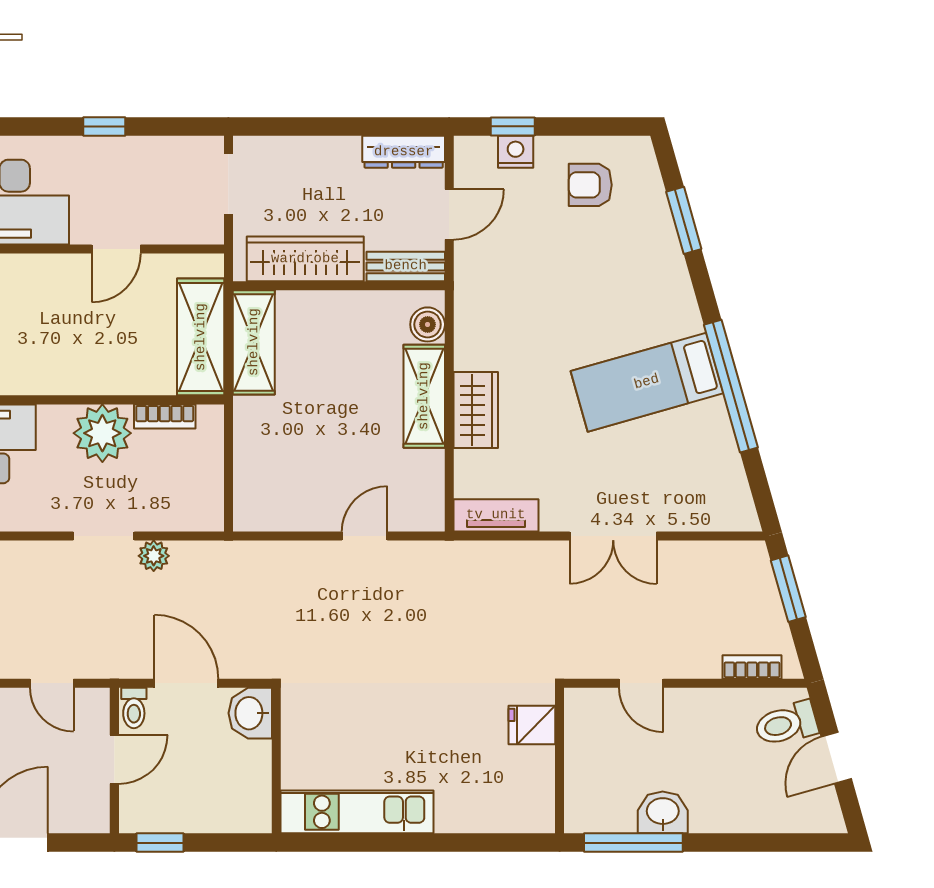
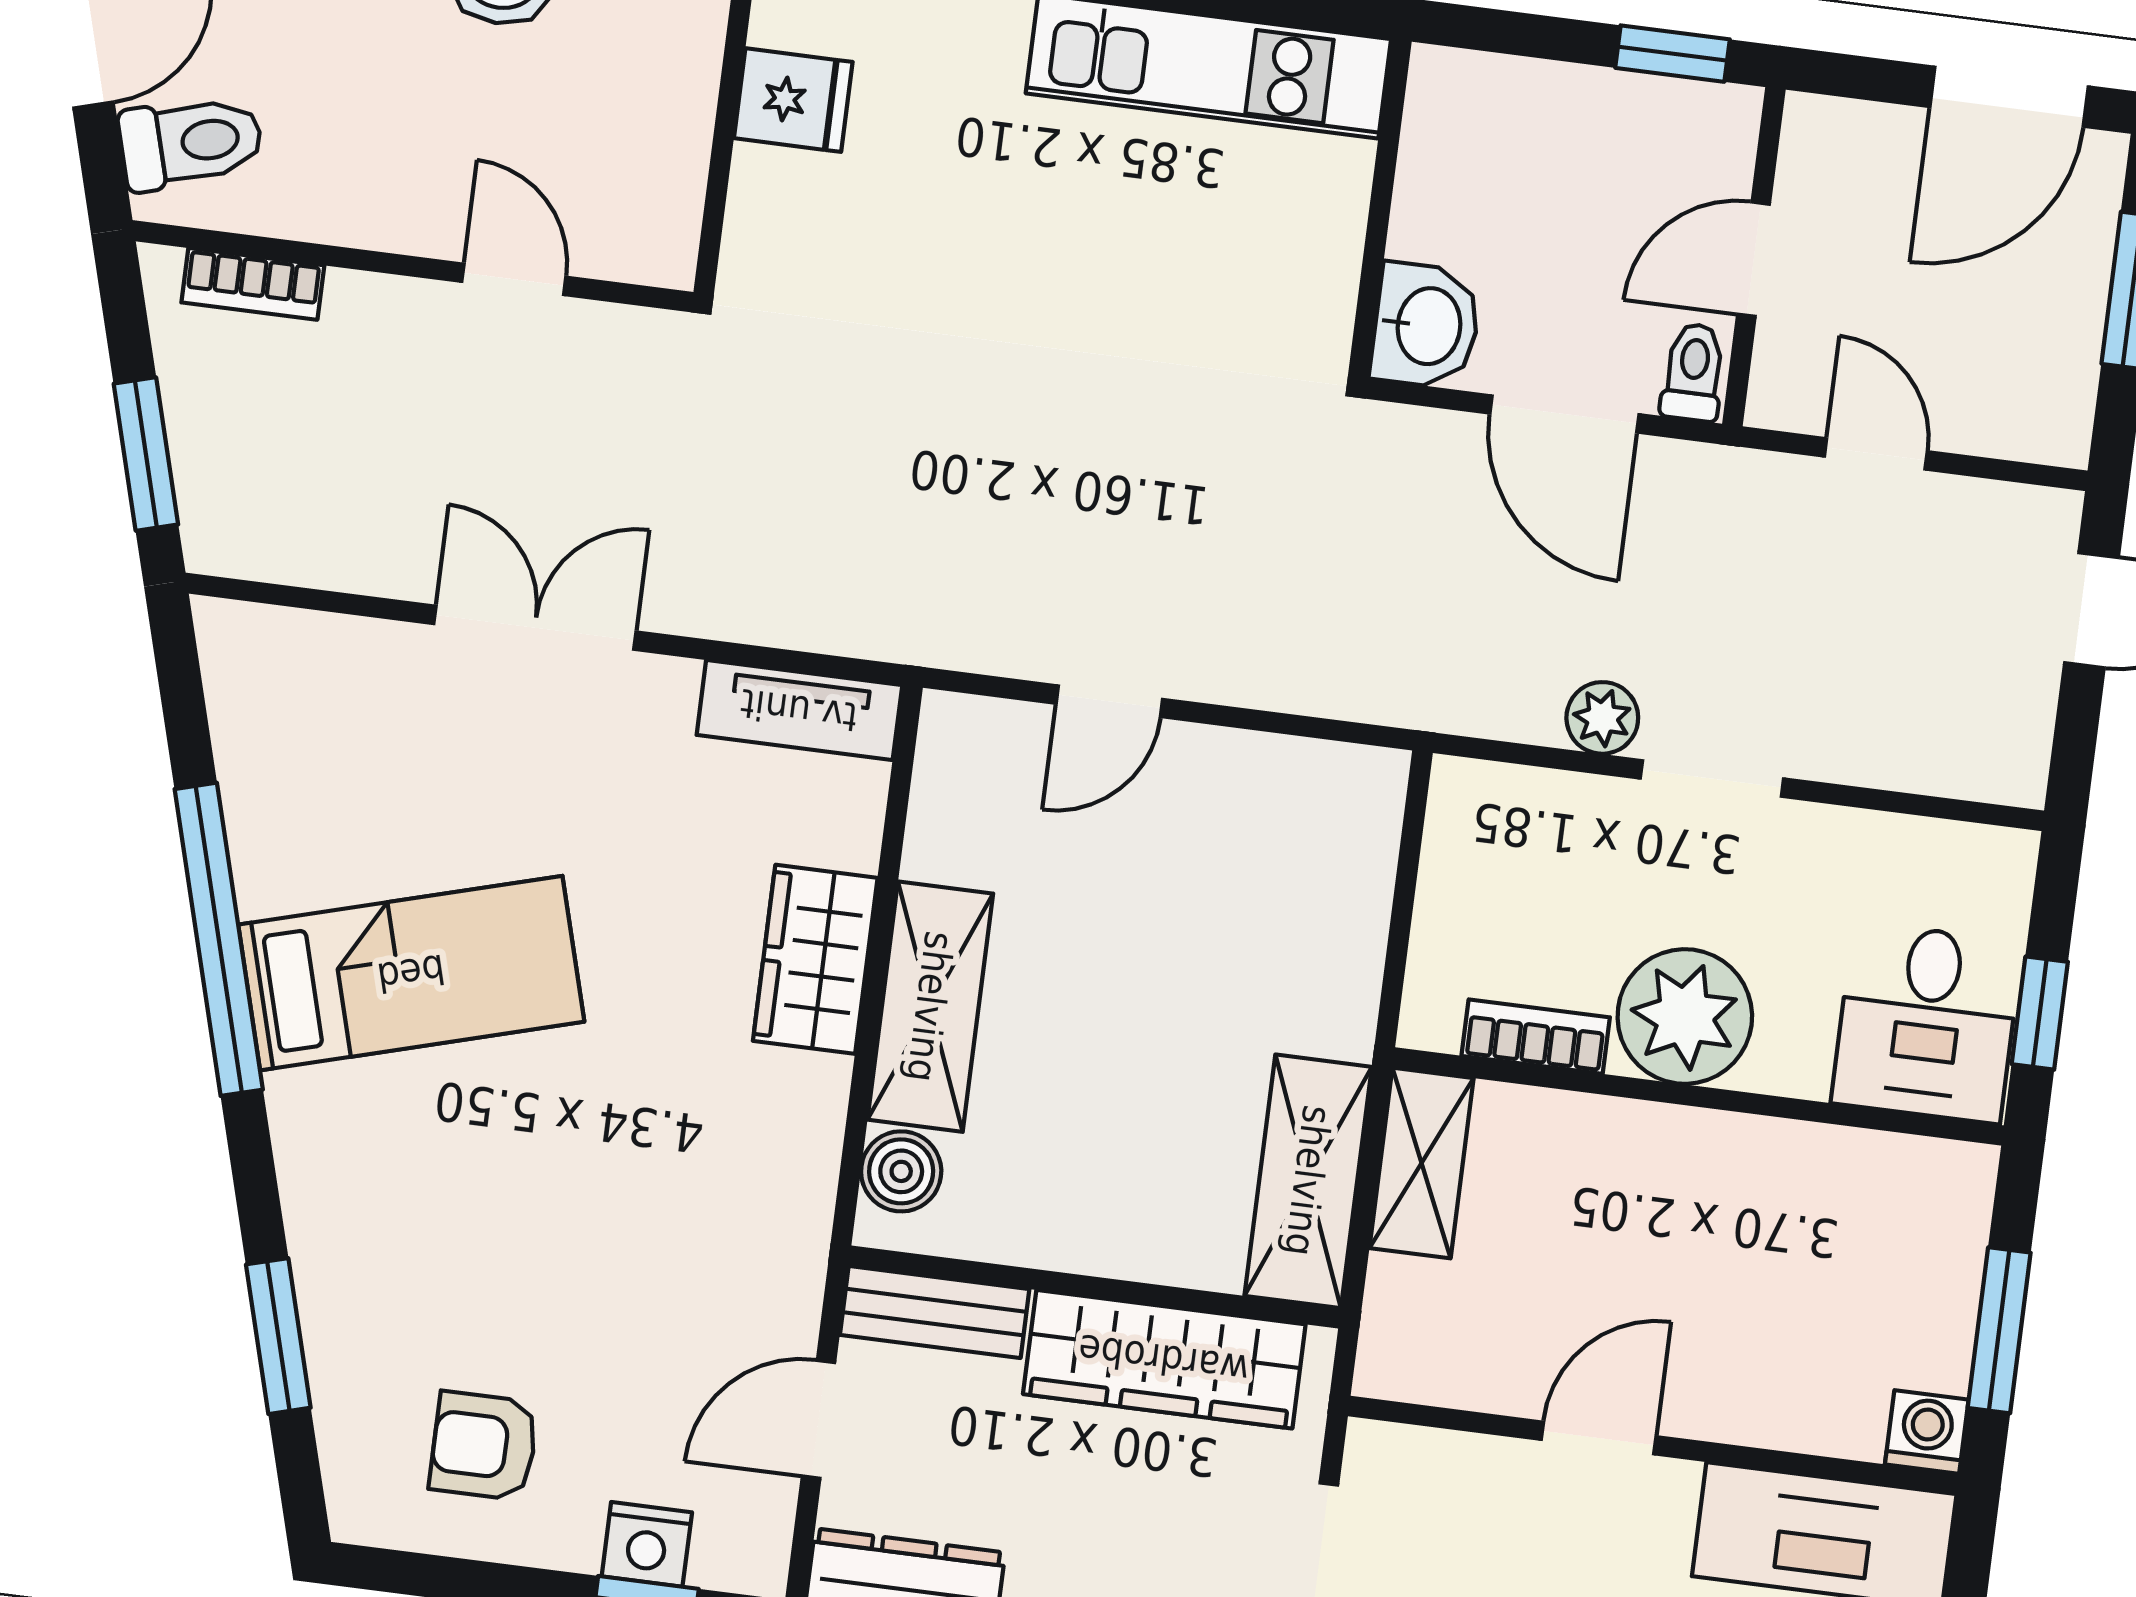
armchair: (590, 185) -> (484, 1446), turned 180
shelving: (201, 337) -> (1422, 1163), width x0.67, depth x0.75
fridge: (532, 725) -> (793, 100), moved

